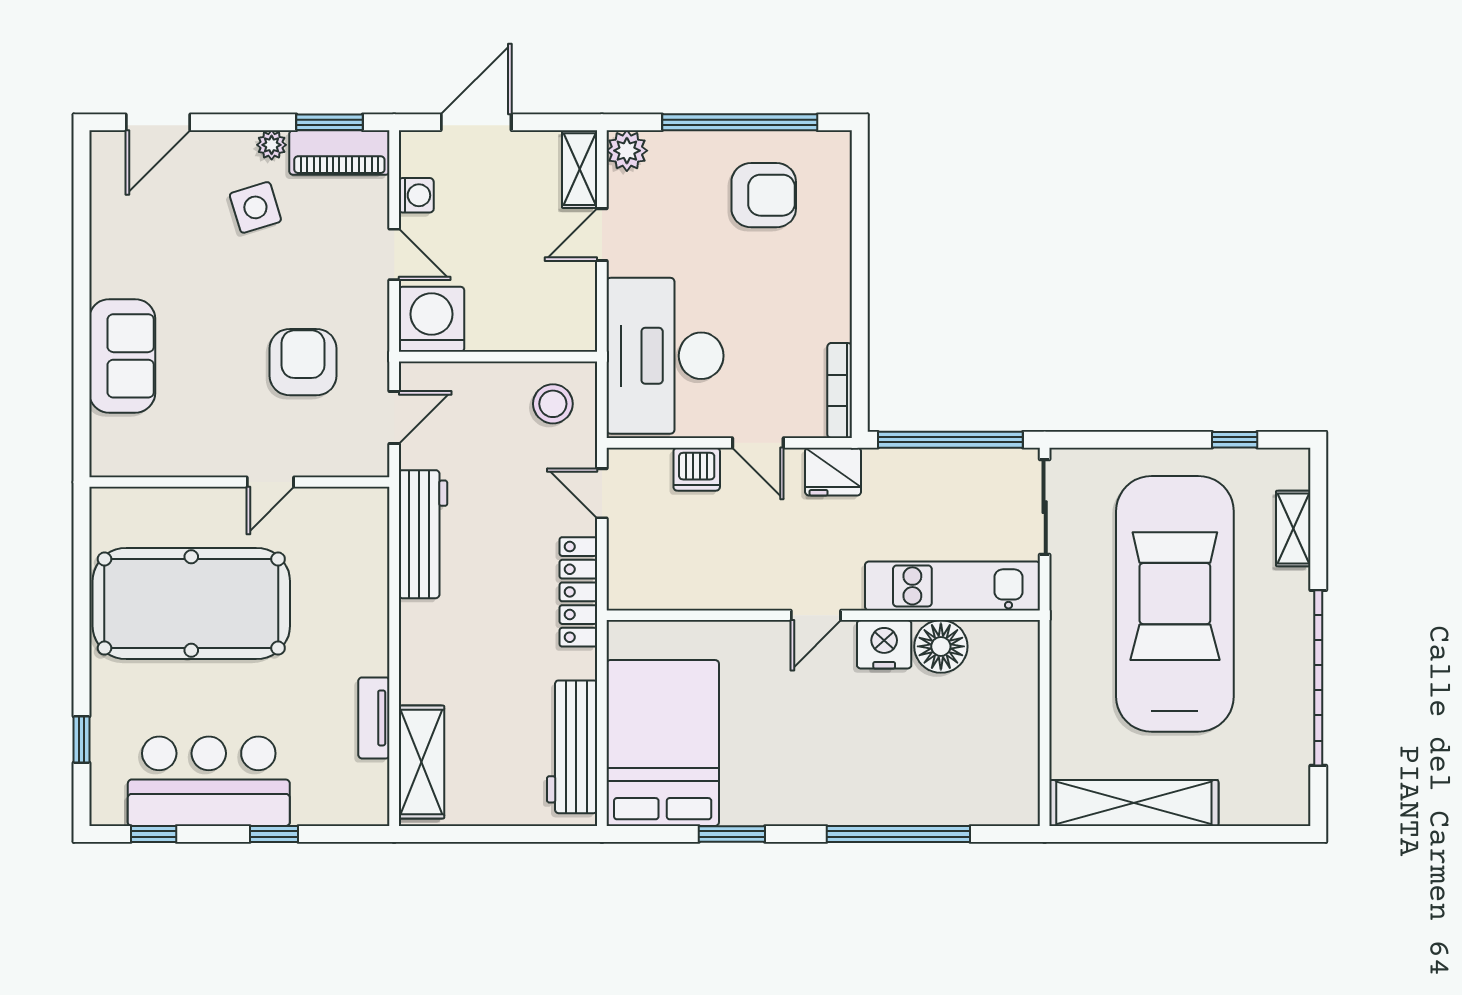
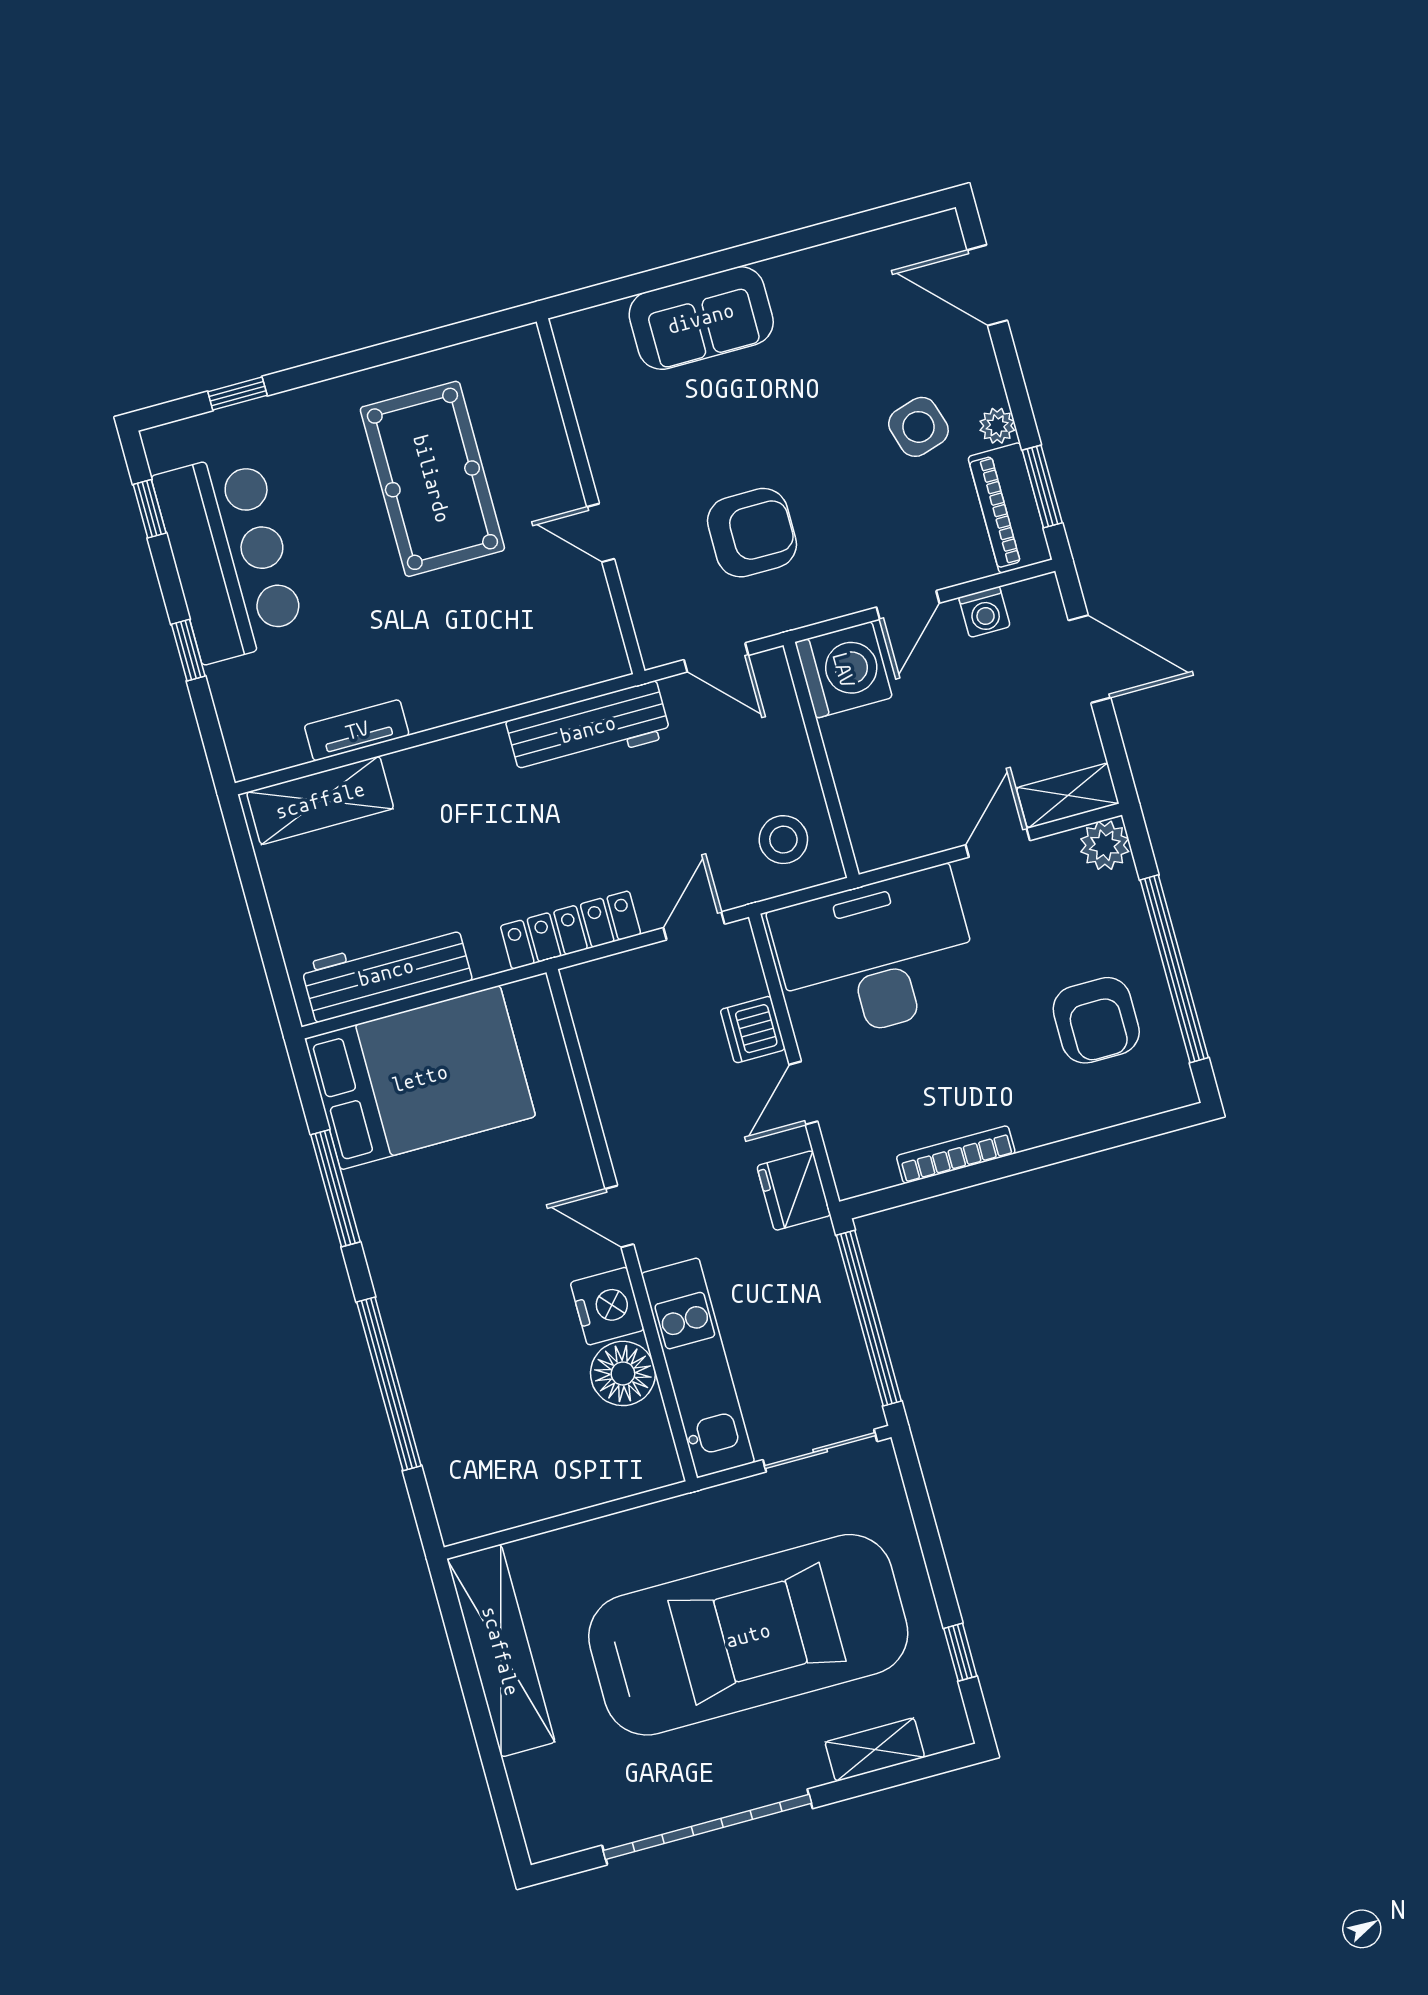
door: (602, 235) -> (998, 843), hinge flipped
bookcase: (840, 391) -> (956, 1155), moved
pool table: (191, 604) -> (432, 479), width x0.73, depth x0.76
window: (732, 834) -> (335, 1188), width x1.44

